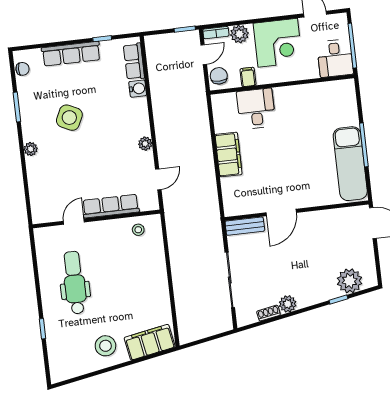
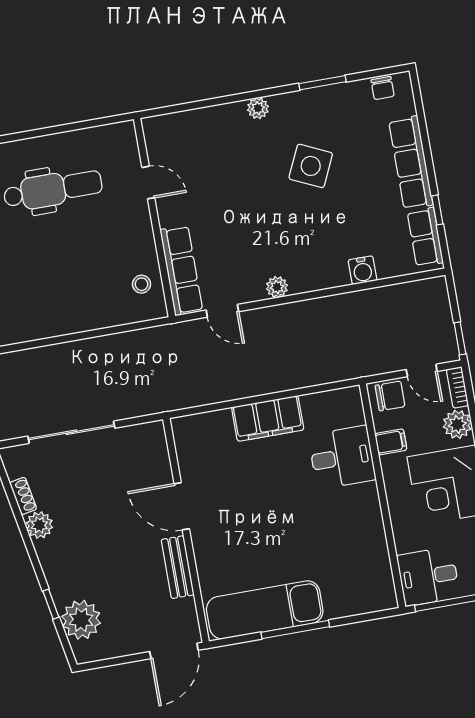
row of seats: (134, 61) -> (425, 237), moved, turned -90
row of seats: (111, 206) -> (181, 270), moved
bench: (245, 226) -> (178, 567), moved

